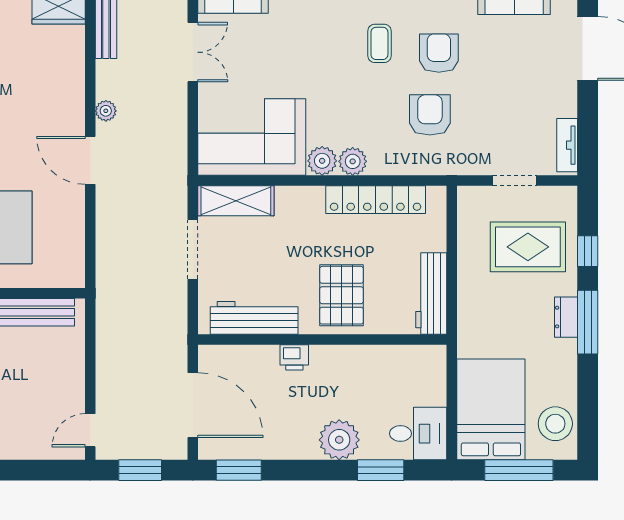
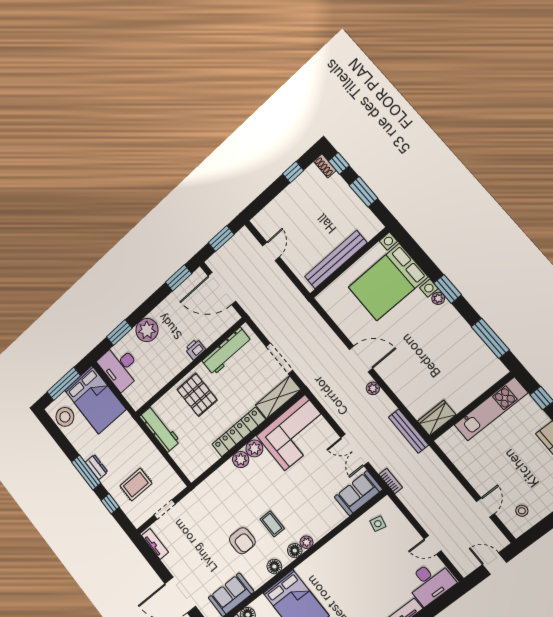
armchair: (430, 115) -> (224, 509), removed
locker: (376, 200) -> (239, 432), moved
rug: (528, 247) -> (136, 485), width x0.73, depth x0.70
door: (90, 430) -> (271, 251), moved
desk: (418, 434) -> (120, 367), width x1.37

